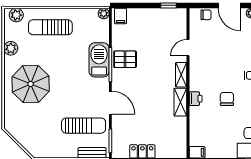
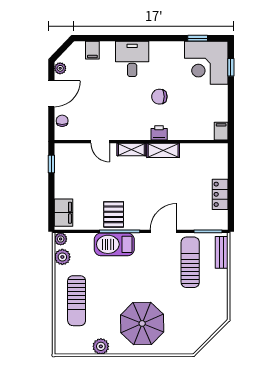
plant: (16, 15) -> (62, 257), moved
filing cabinet: (121, 16) -> (64, 213), width x2.00

